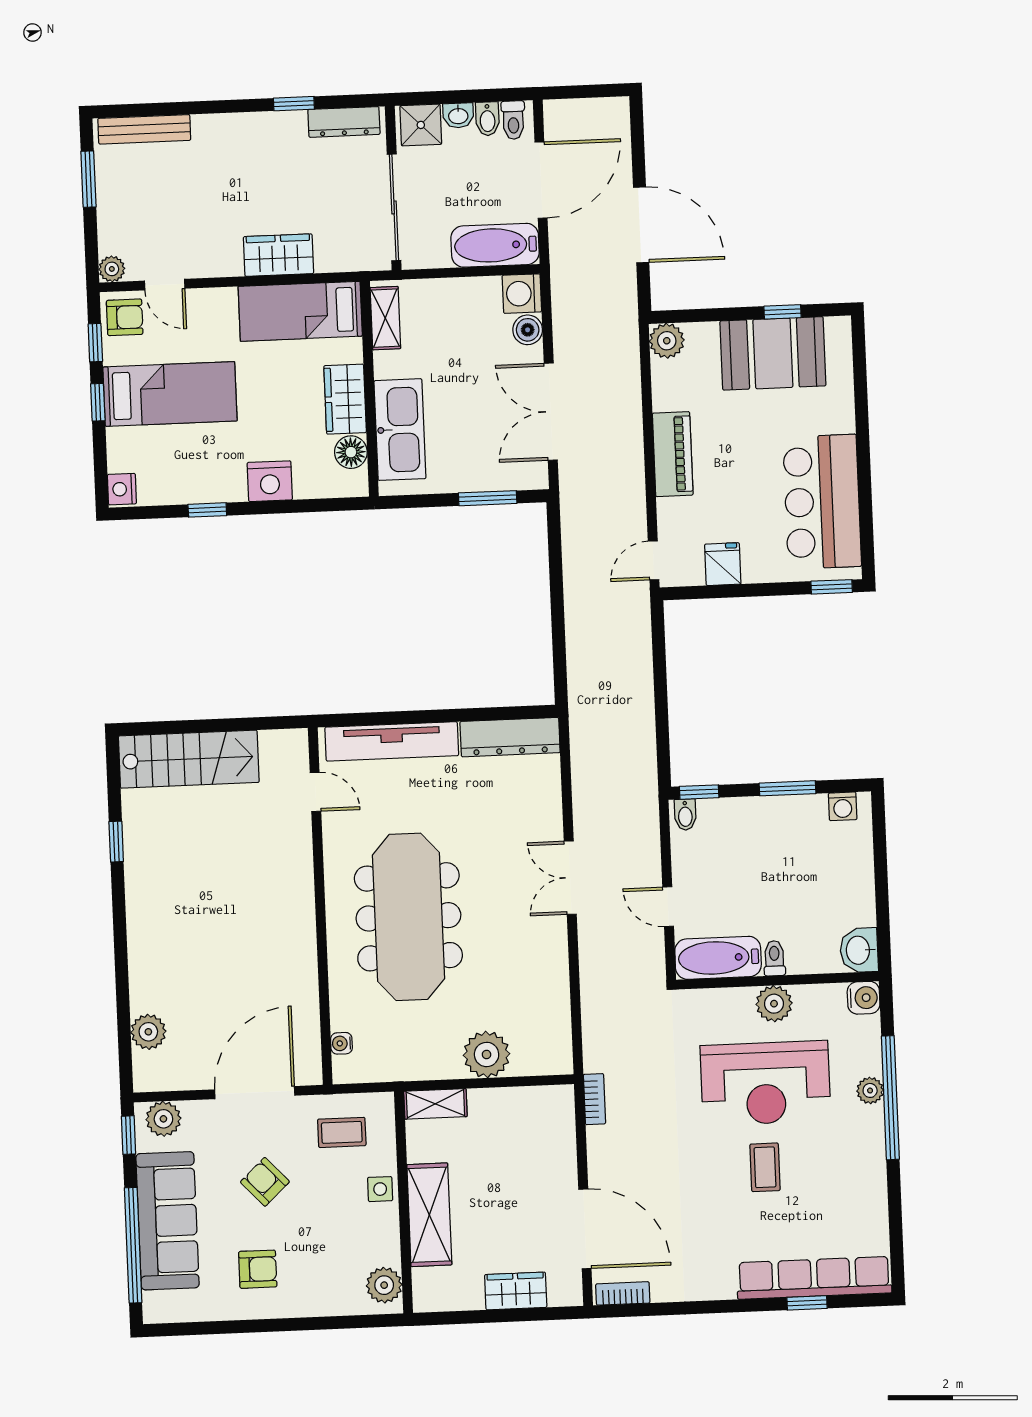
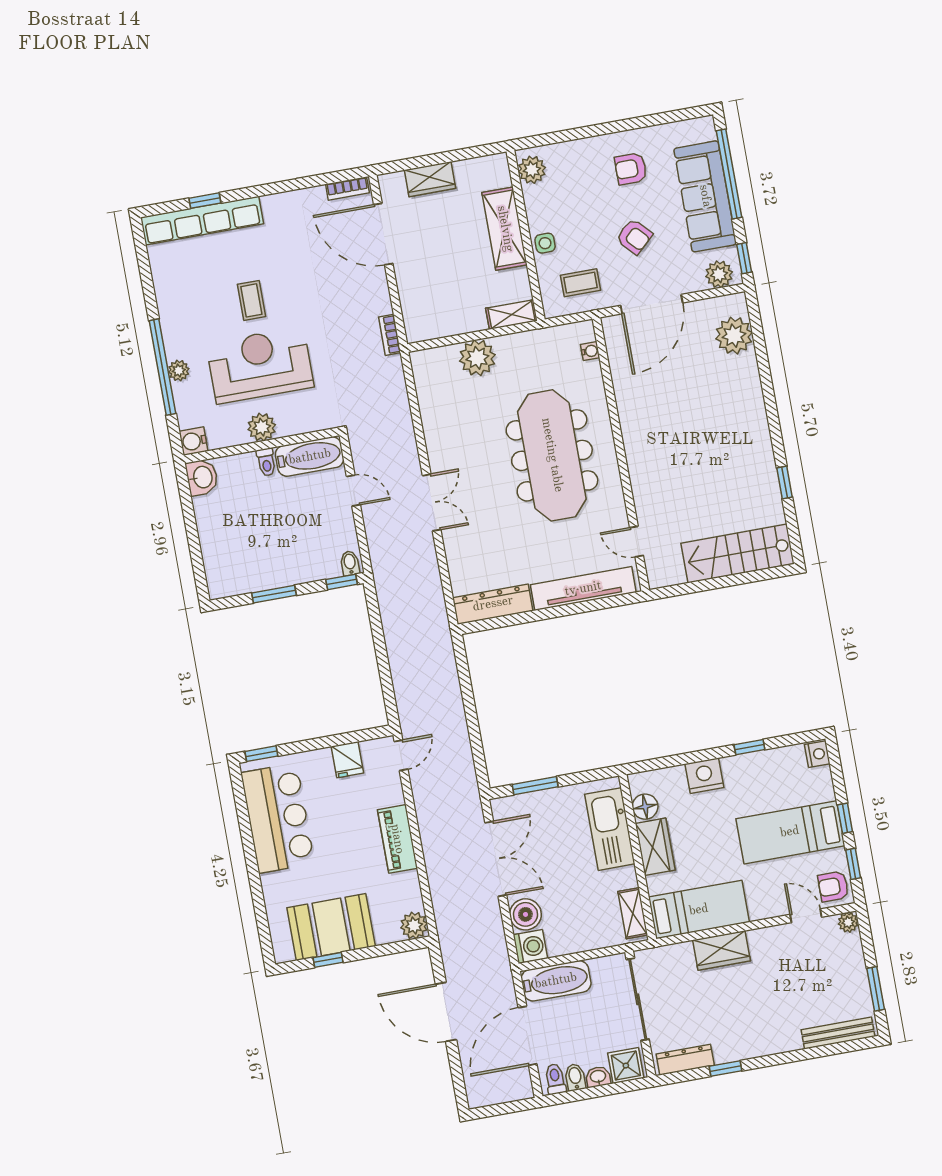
boiler: (528, 330) -> (525, 914), width x1.36, depth x1.36
washing machine: (843, 806) -> (230, 586), removed
plant: (148, 1032) -> (734, 336), width x1.36, depth x1.36

